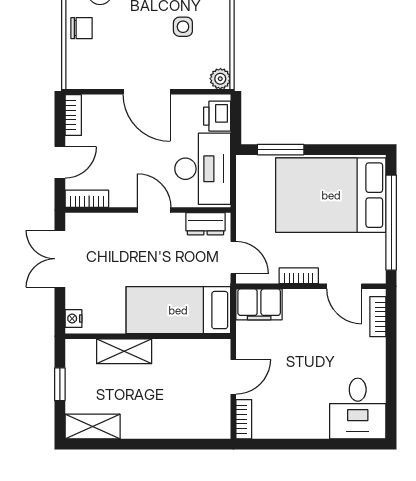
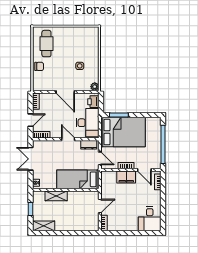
bed: (331, 195) -> (123, 132), moved, turned 180
filing cabinet: (259, 304) -> (126, 177), moved

